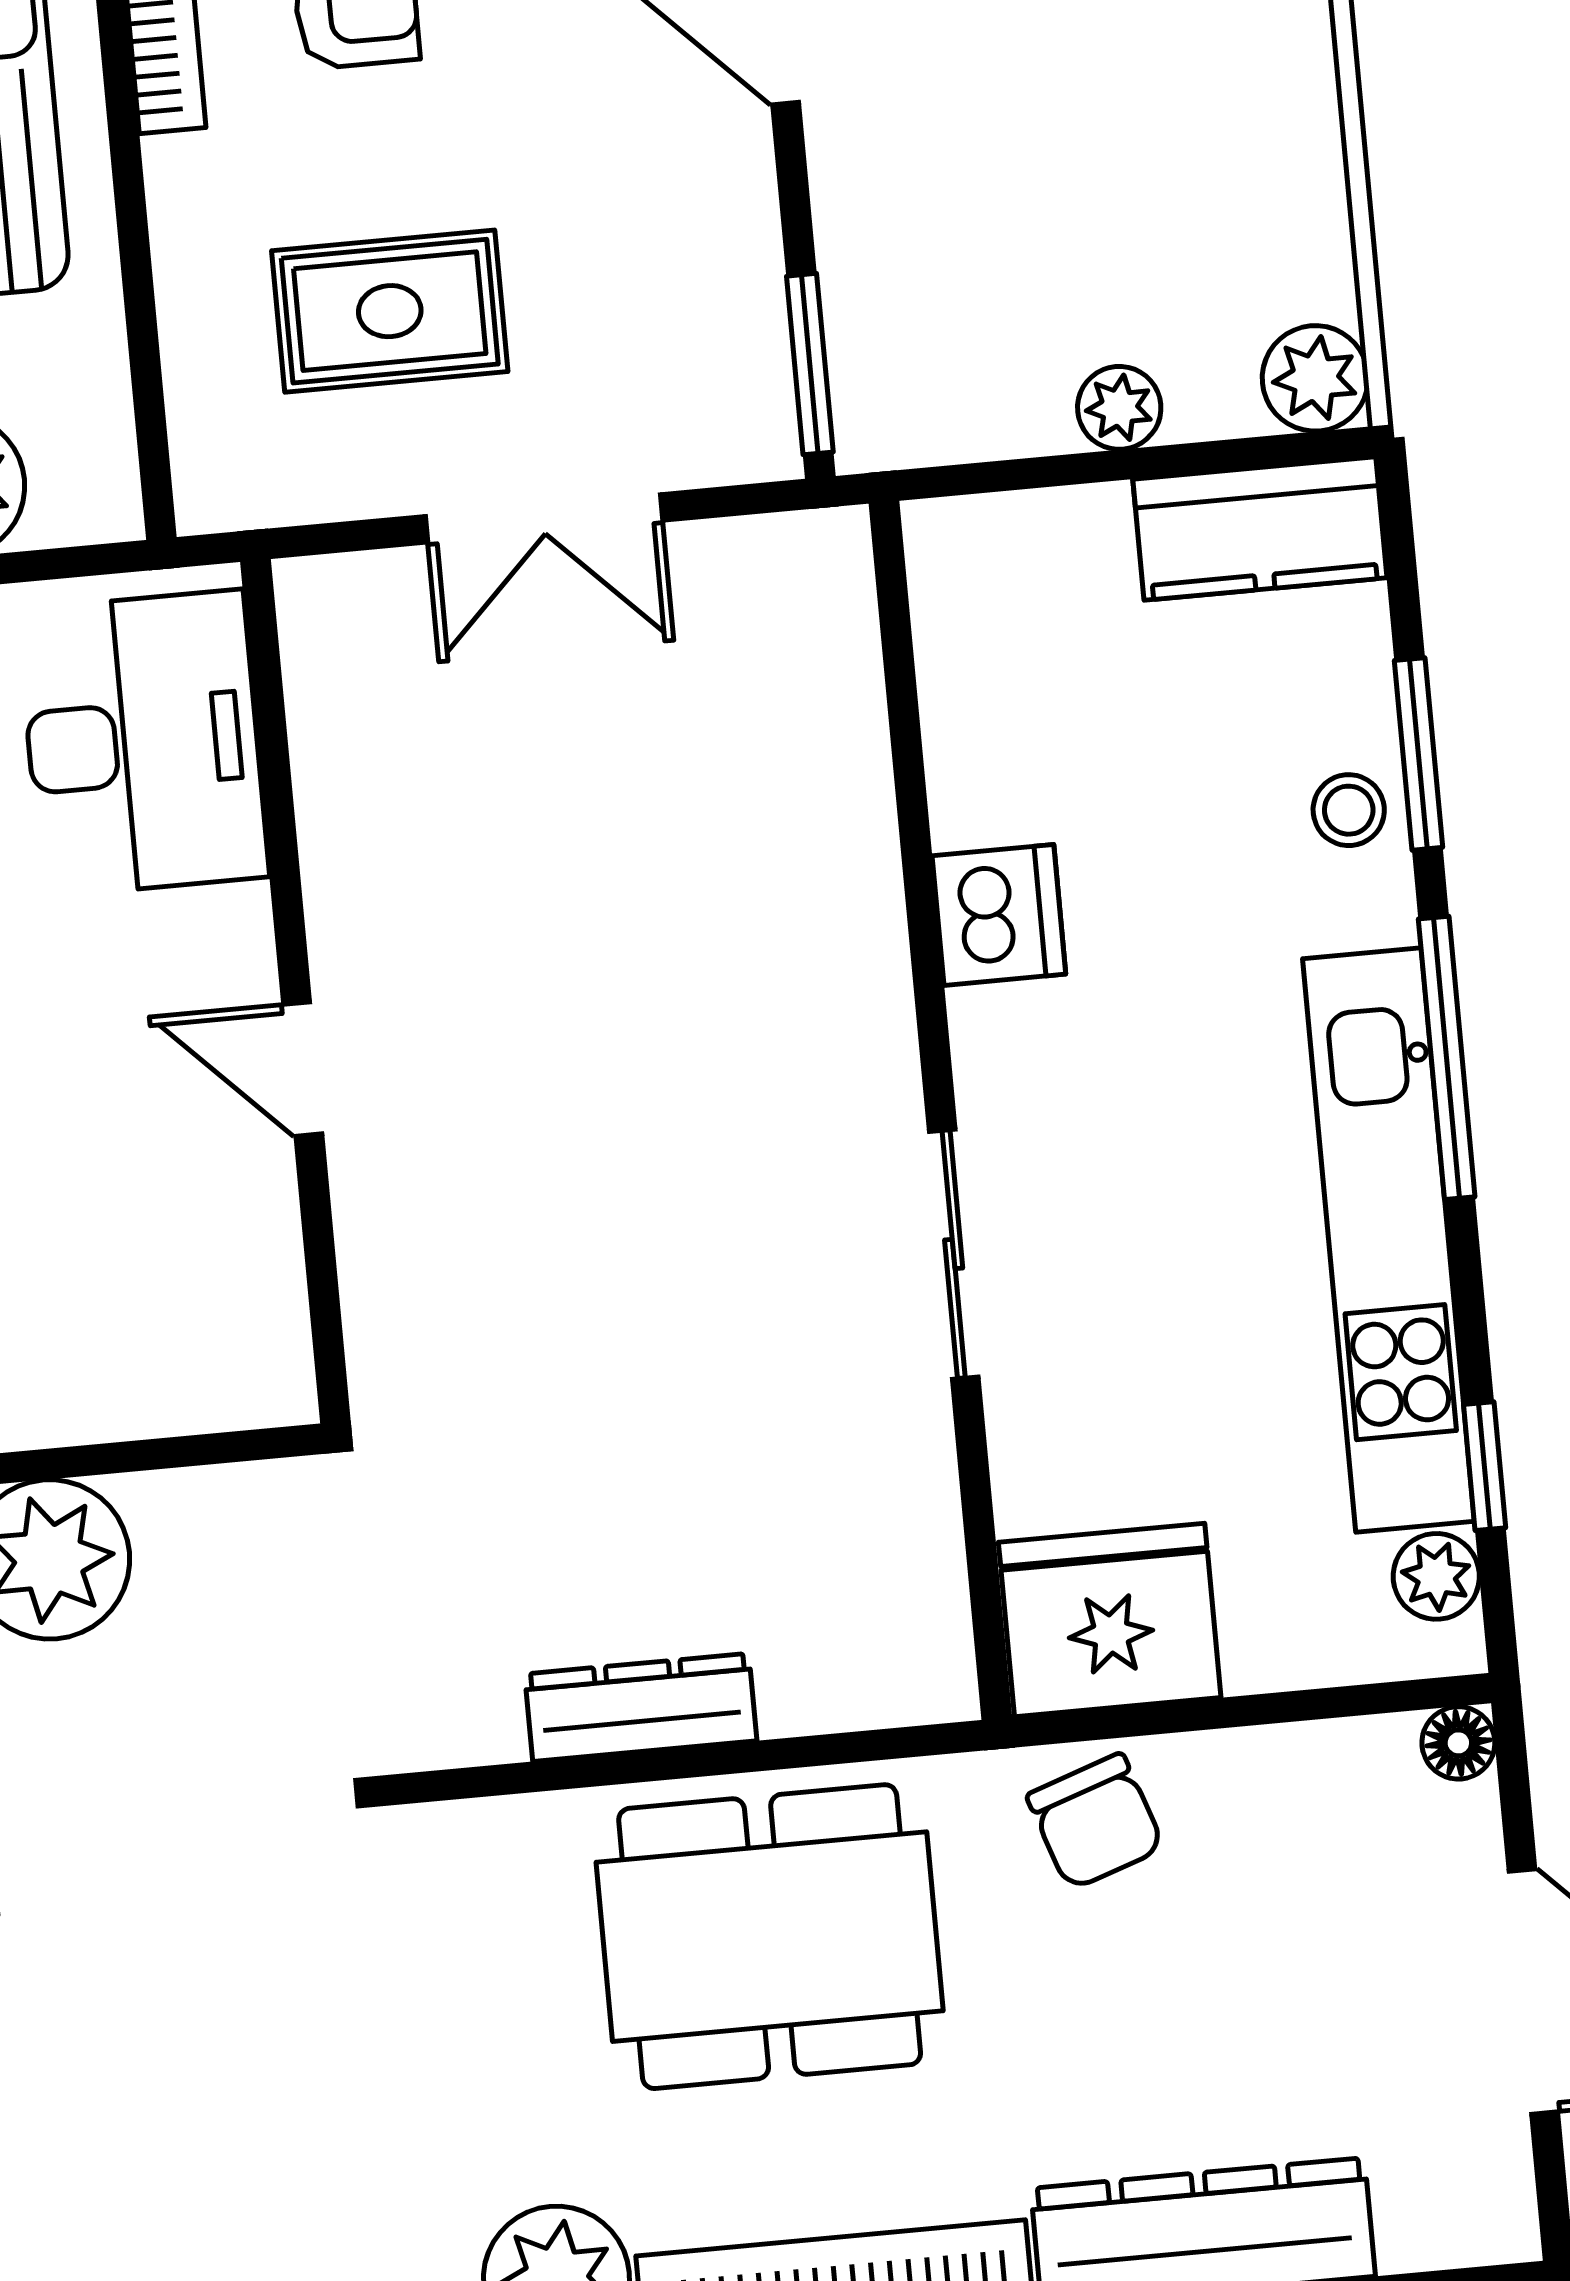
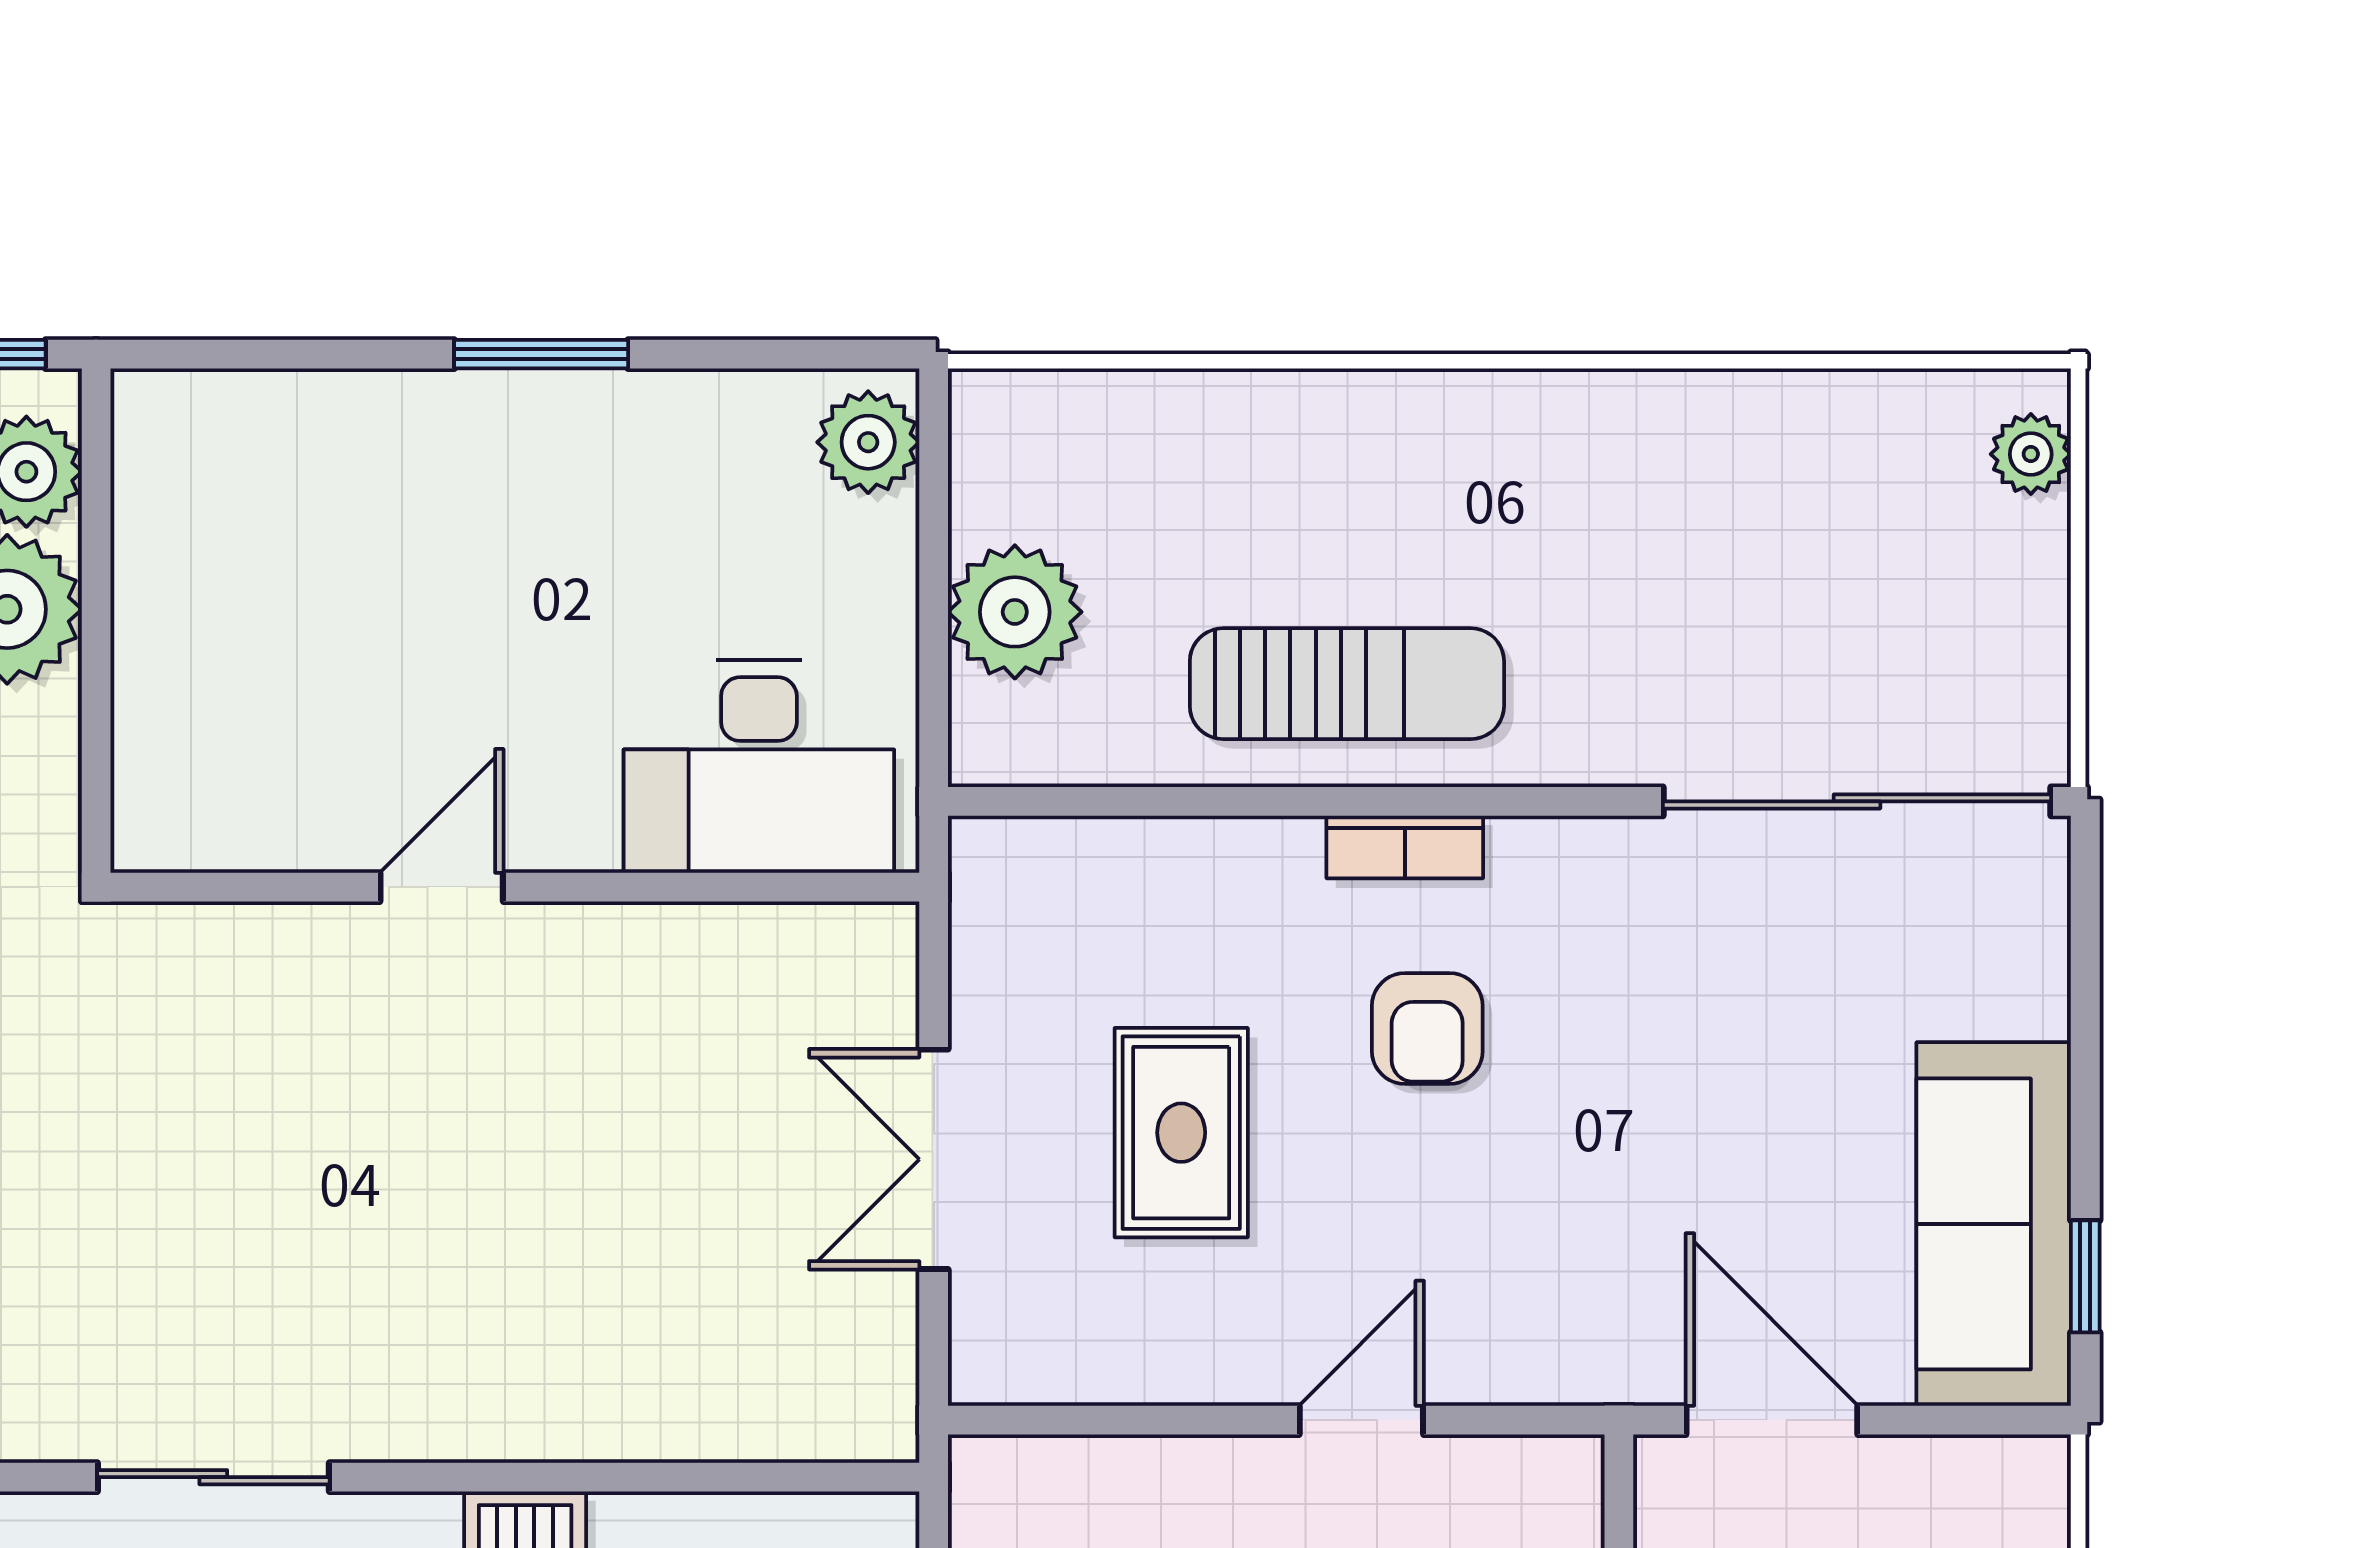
rug: (390, 311) -> (1181, 1133), moved
window: (810, 364) -> (1054, 1420), removed

